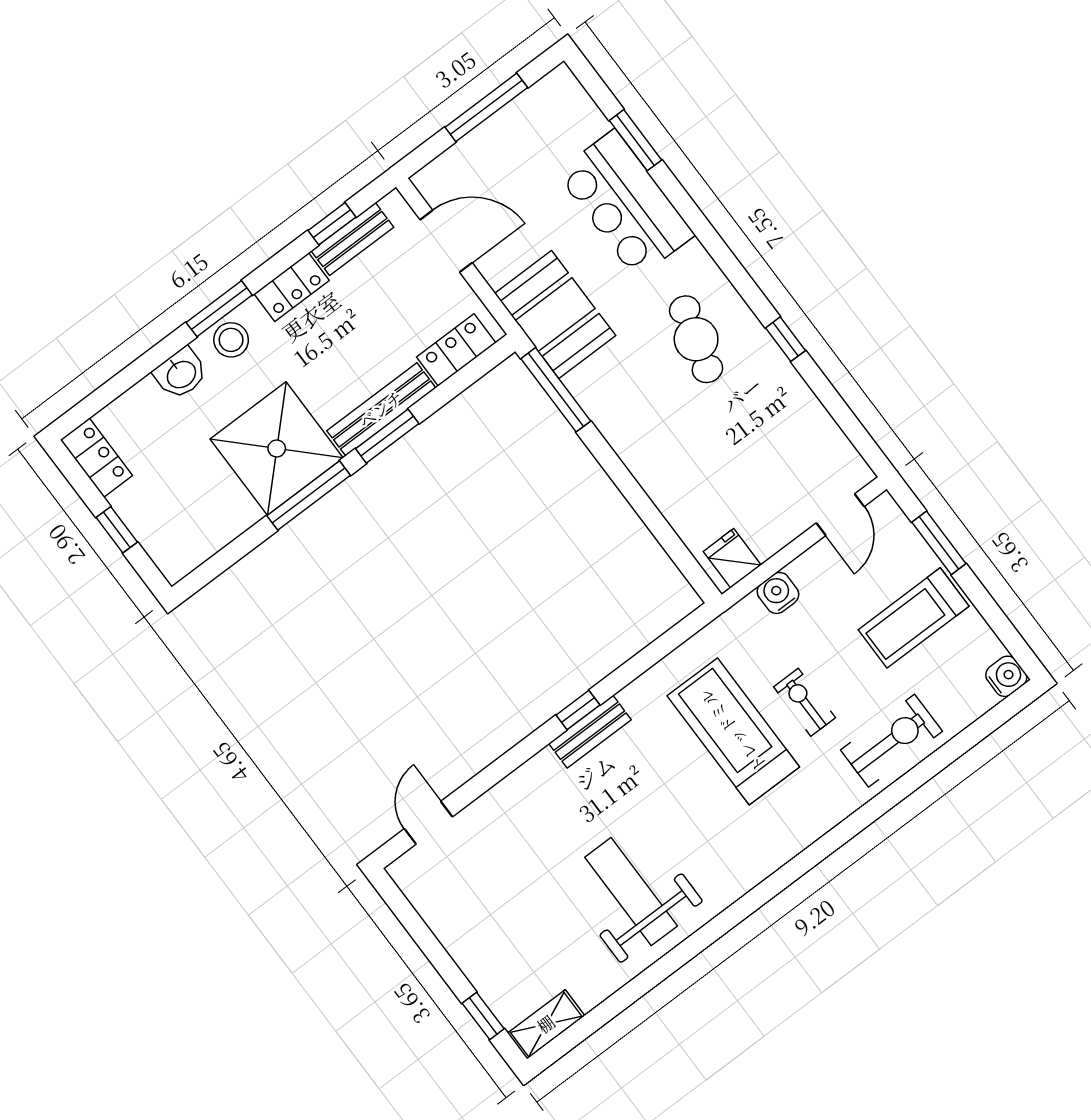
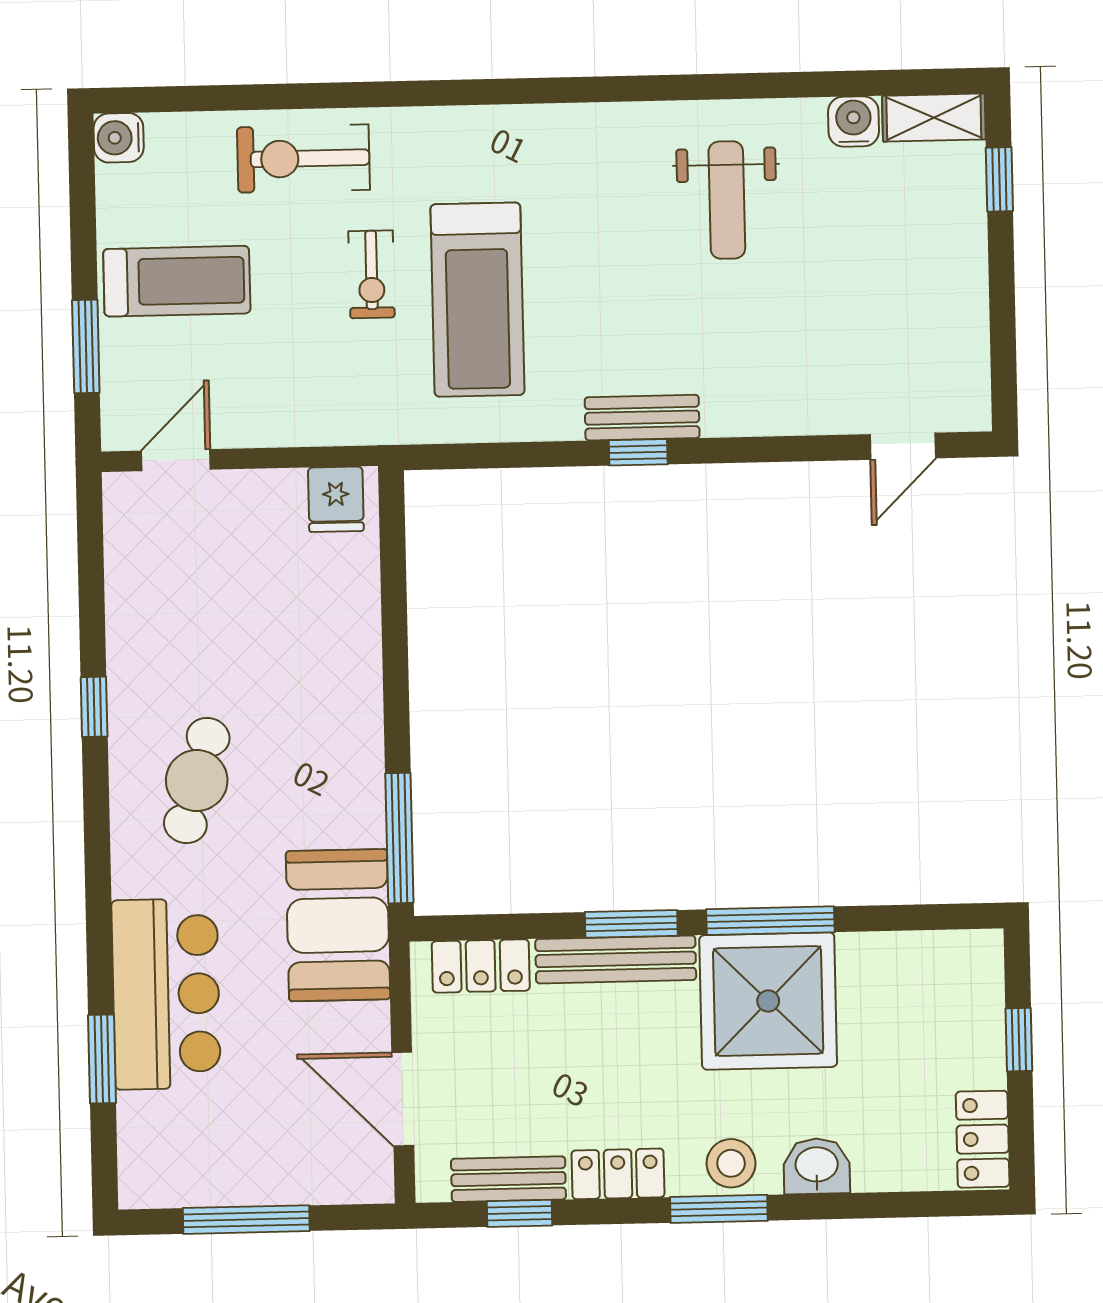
water cooler: (778, 593) -> (853, 121), moved, turned 180
weight bench: (631, 892) -> (727, 200), width x0.73, depth x0.75

